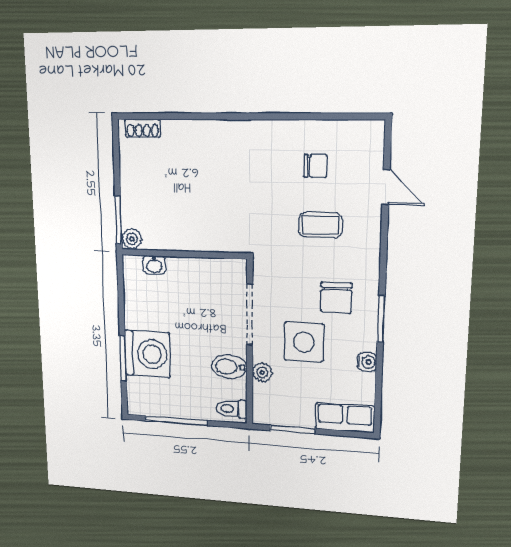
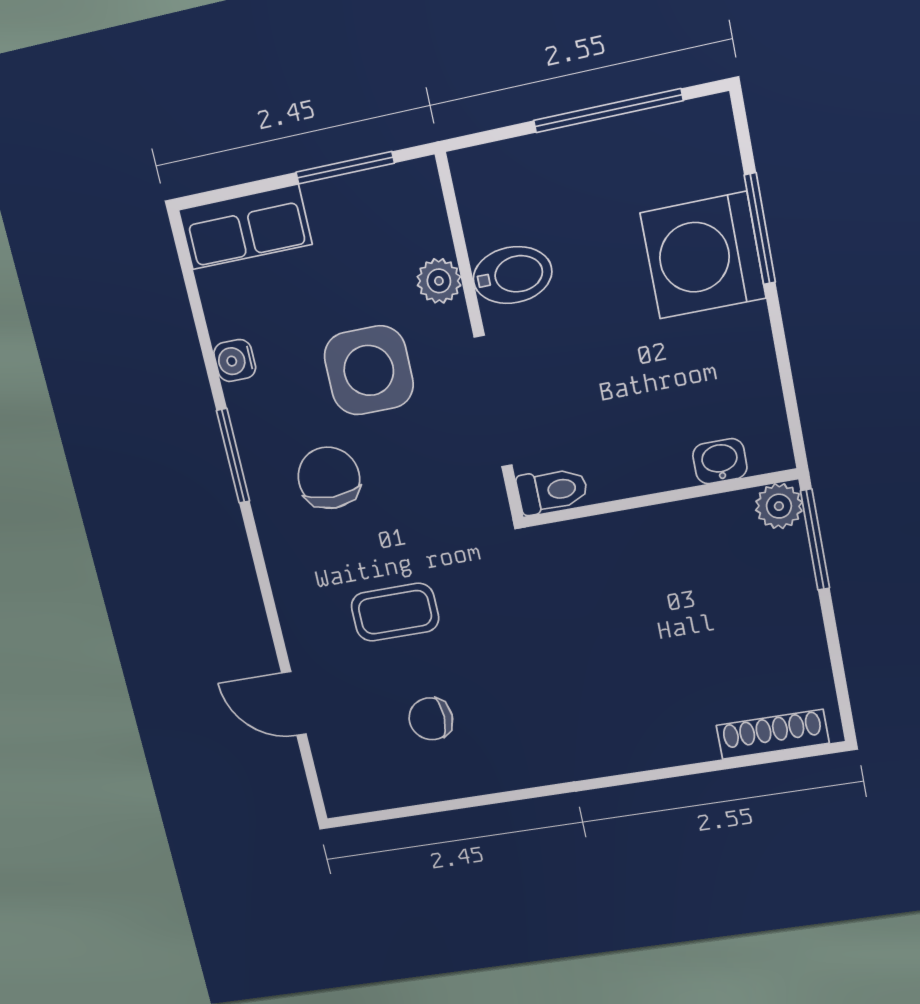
shoe rack: (143, 128) -> (773, 734), width x1.43
toilet: (232, 409) -> (552, 491), moved

